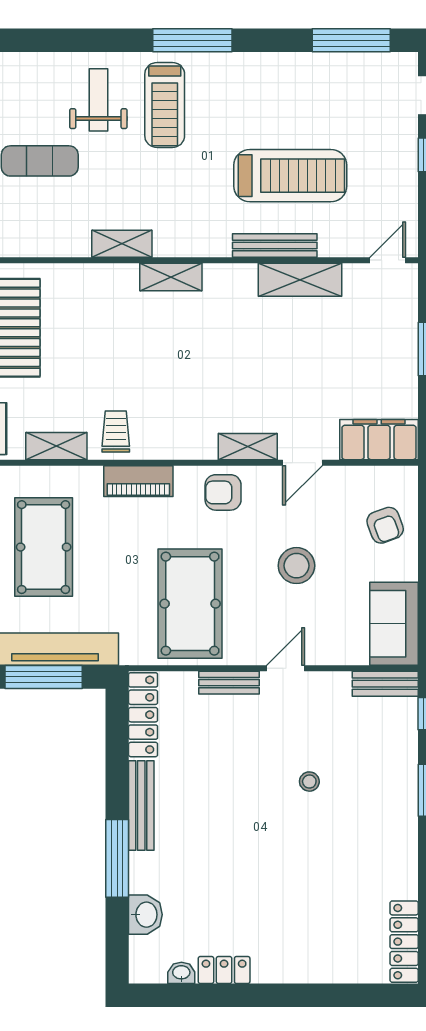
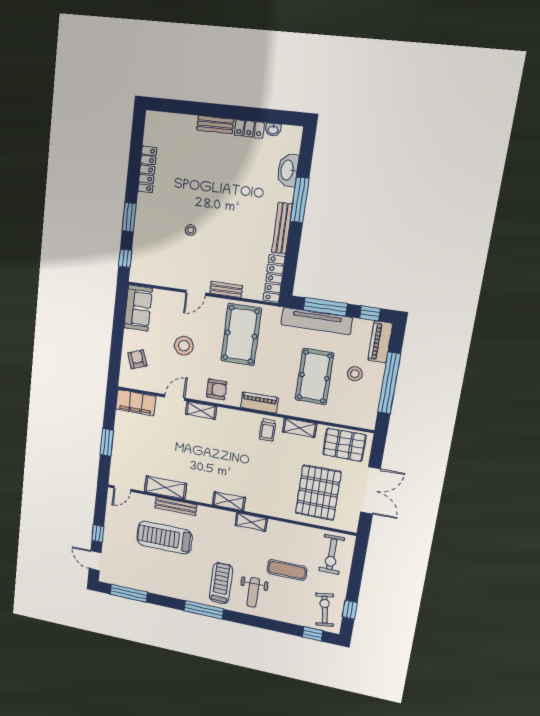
bench: (385, 684) -> (215, 125), moved
washbasin: (145, 915) -> (288, 170), width x1.38
locker: (404, 942) -> (147, 170), moved

